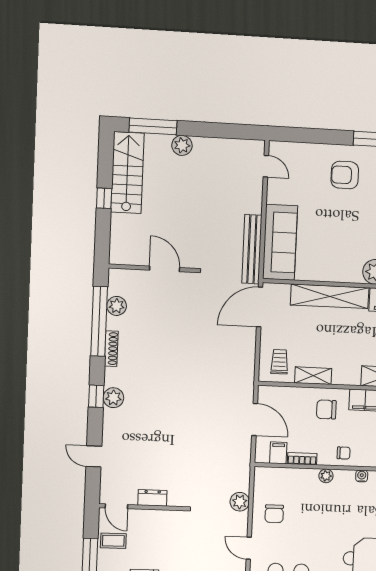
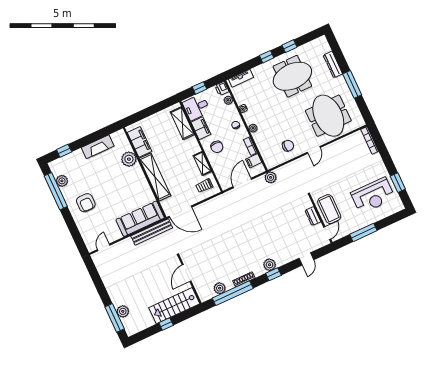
plant: (182, 145) -> (123, 311), moved
stairs: (127, 173) -> (174, 306), moved
plant: (240, 502) -> (271, 177), moved
coffee table: (113, 541) -> (329, 209), moved, width x1.86, depth x1.72

